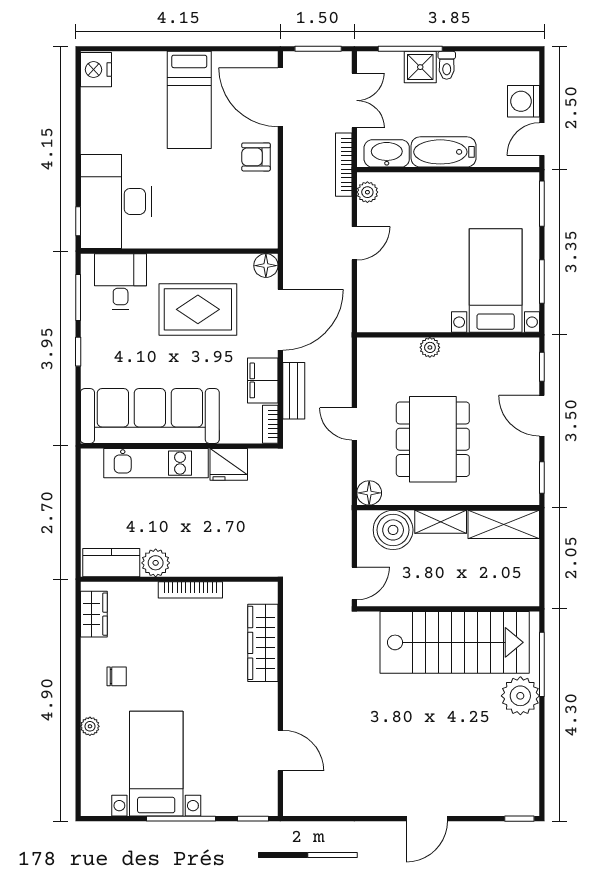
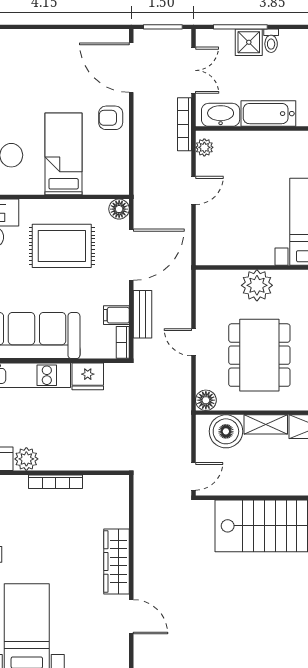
bed: (189, 100) -> (64, 154), moved, turned 180
plant: (430, 347) -> (257, 285), width x1.87, depth x1.87
filing cabinet: (263, 380) -> (116, 315), width x0.50
wardrobe: (263, 643) -> (117, 561), moved

